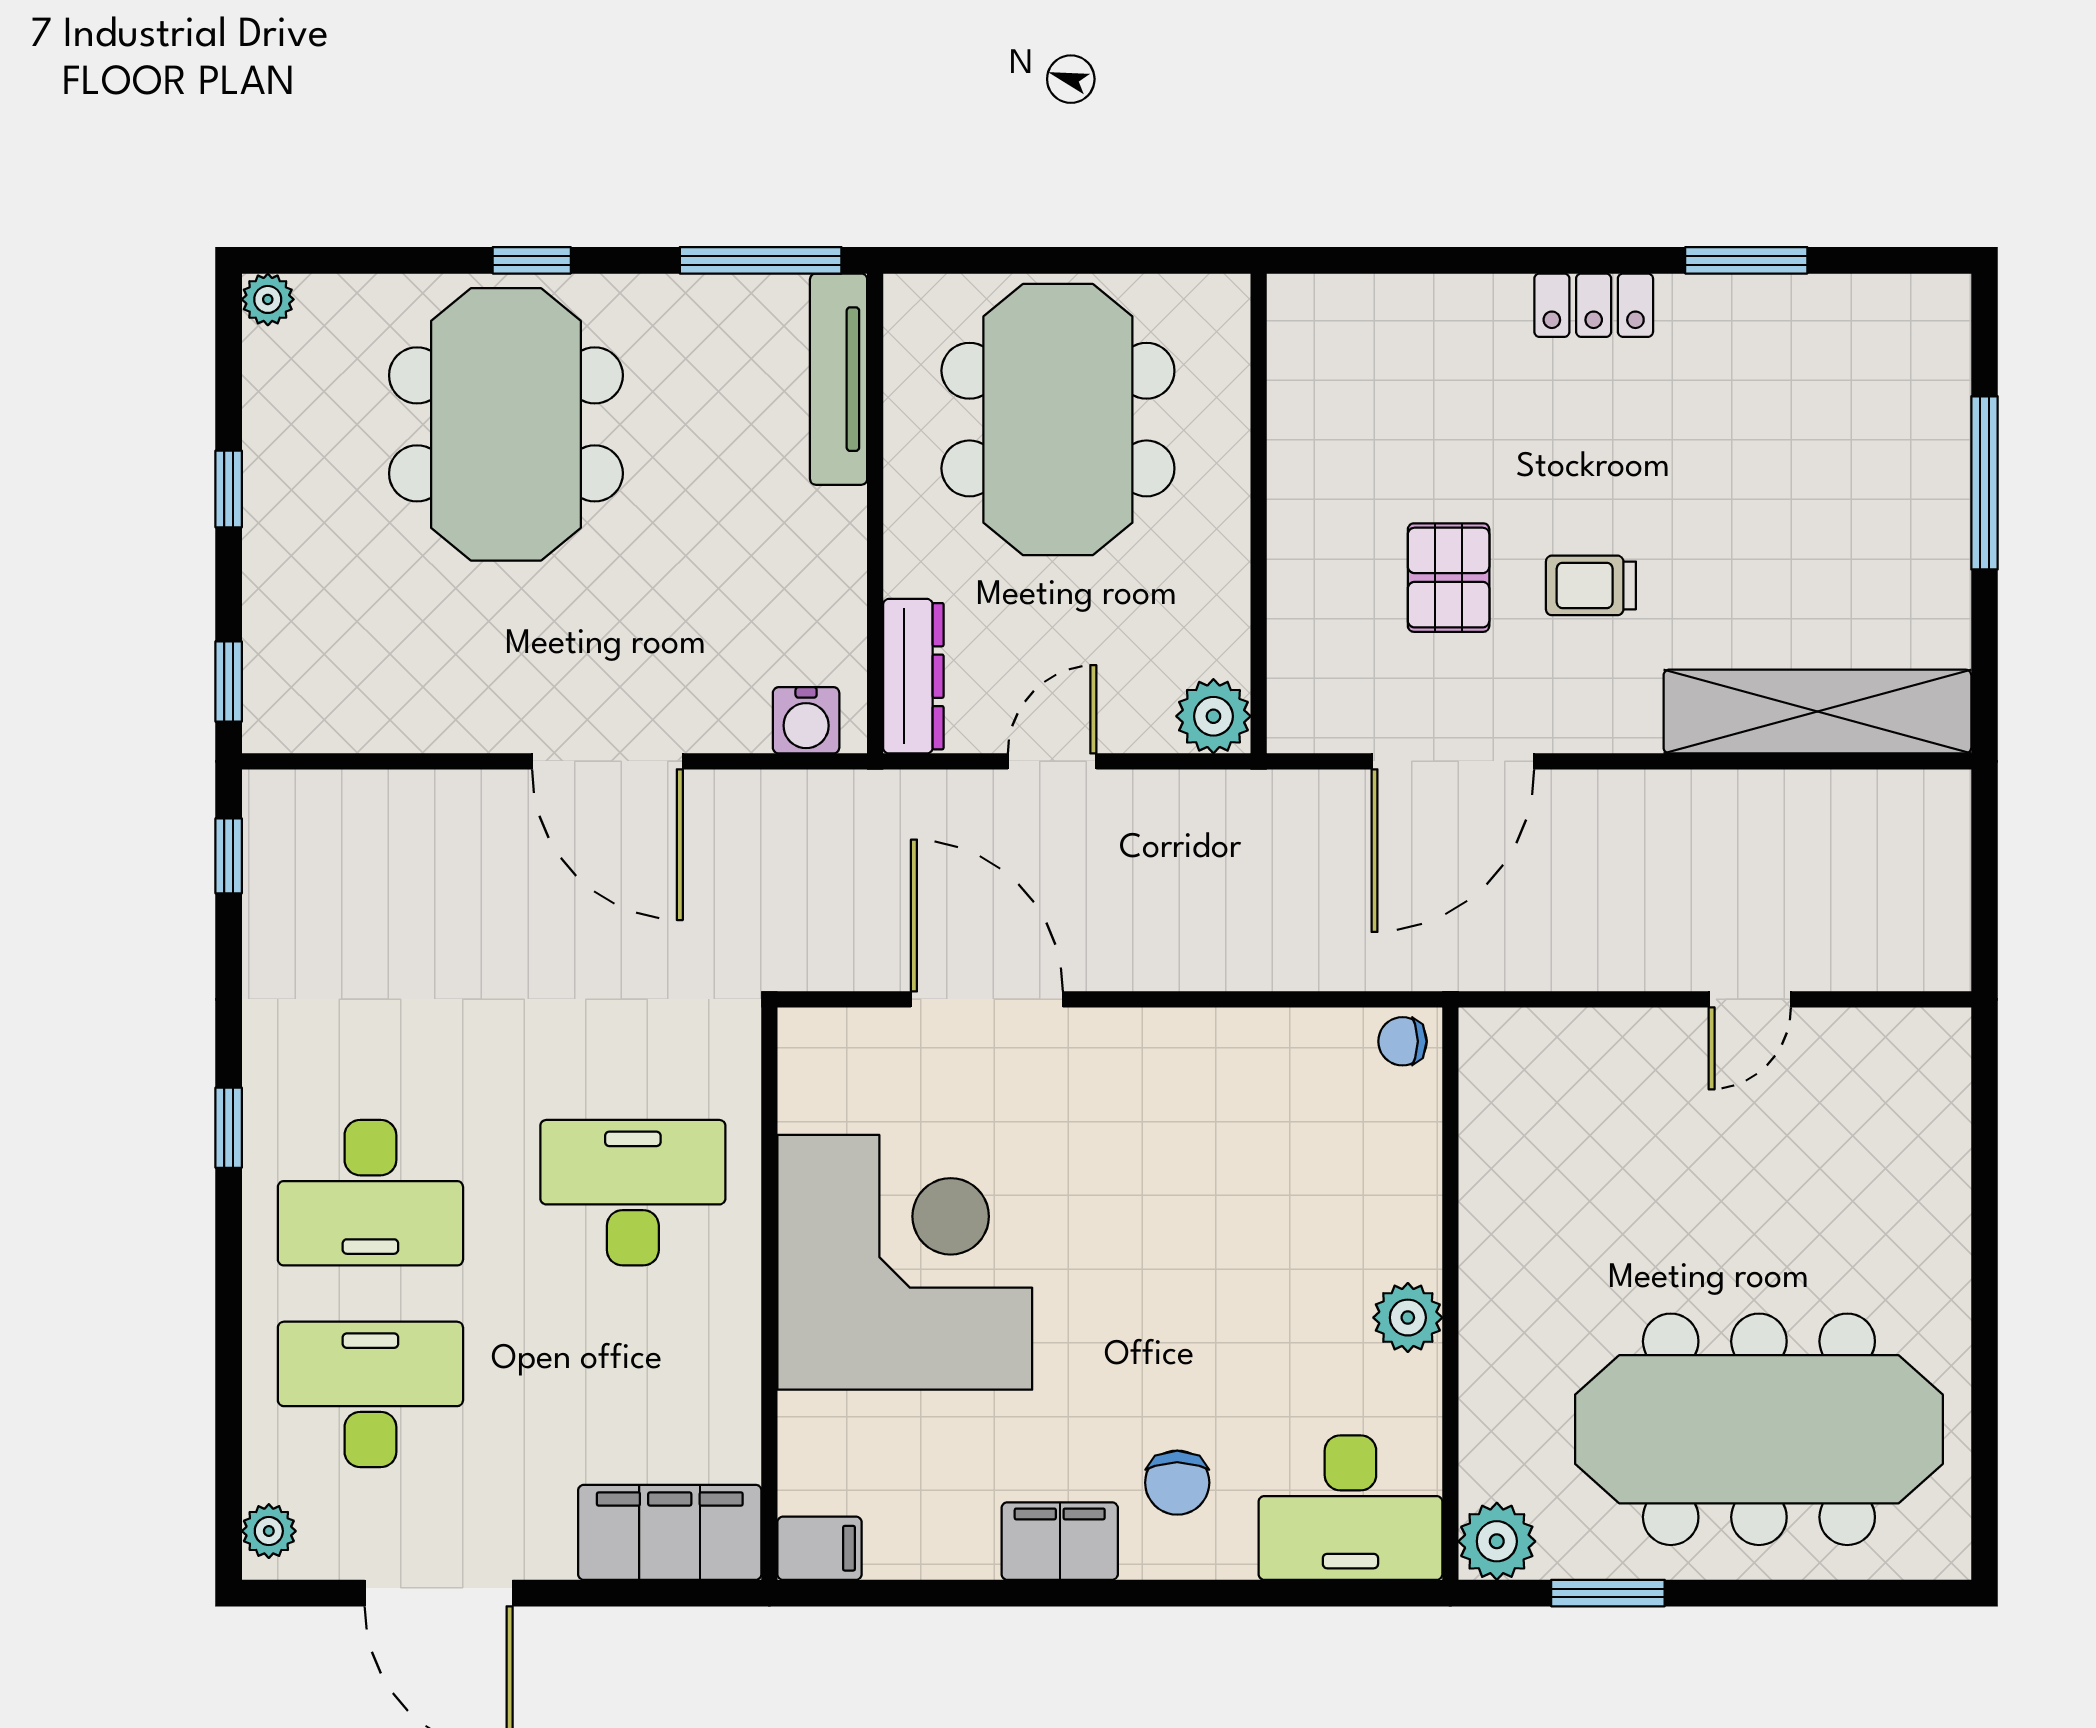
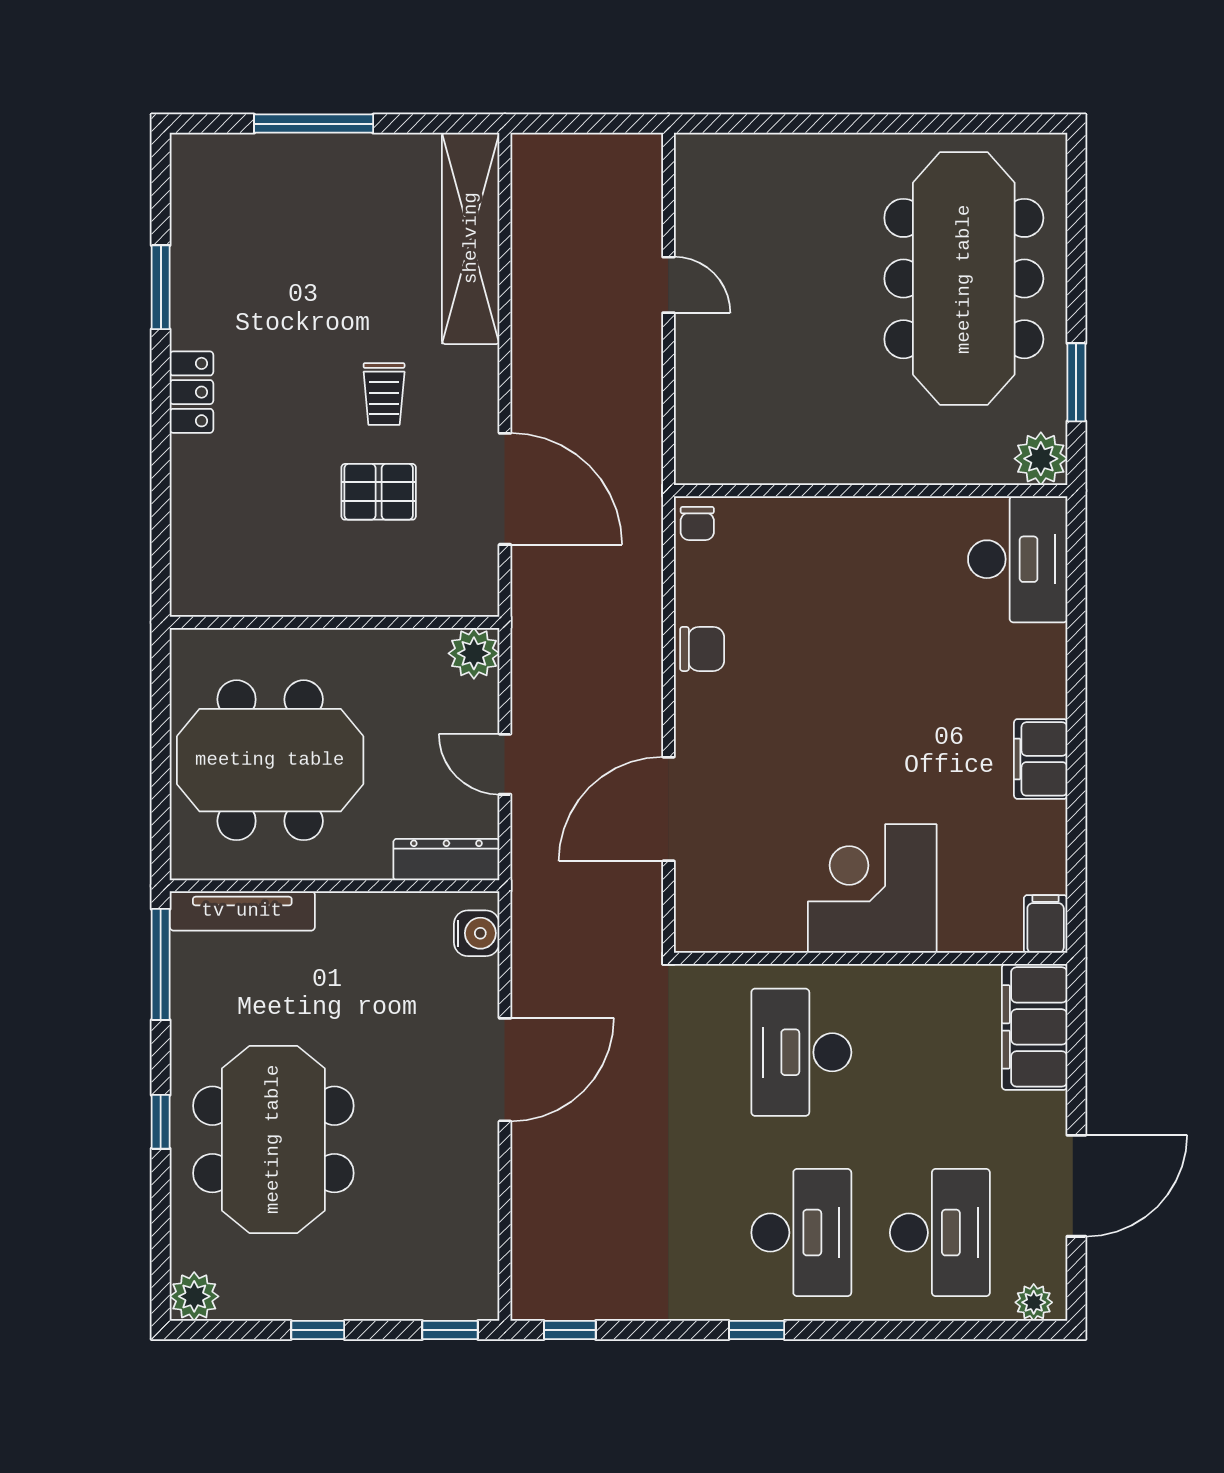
plant: (268, 299) -> (194, 1296), width x1.38, depth x1.38
meeting table: (506, 424) -> (273, 1139), turned 90
corner desk: (905, 1262) -> (872, 889), width x0.74, depth x0.74
plant: (1408, 1318) -> (887, 520), removed
desk: (370, 1394) -> (940, 1233), turned 180
chair: (1177, 1483) -> (702, 649), moved

